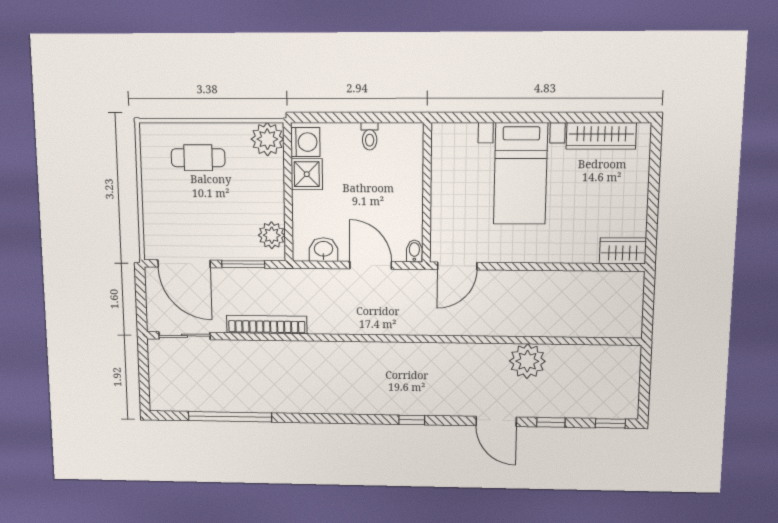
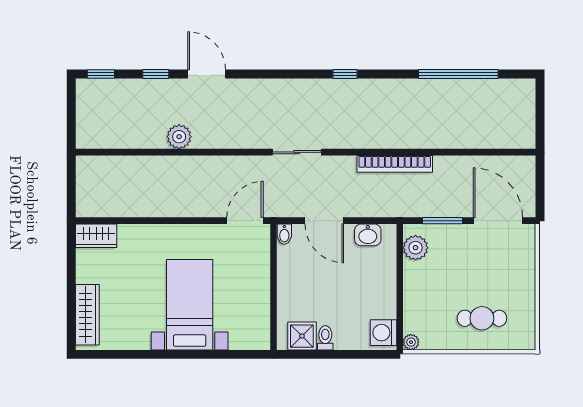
wardrobe: (601, 136) -> (87, 315), moved, turned 90
plant: (267, 139) -> (411, 342), width x0.53, depth x0.53
shower: (307, 174) -> (302, 336), moved
bookcase: (267, 325) -> (395, 164), moved
sliding door: (184, 336) -> (297, 152), moved
plant: (527, 361) -> (179, 137), width x0.73, depth x0.73
window: (412, 420) -> (345, 74), moved

